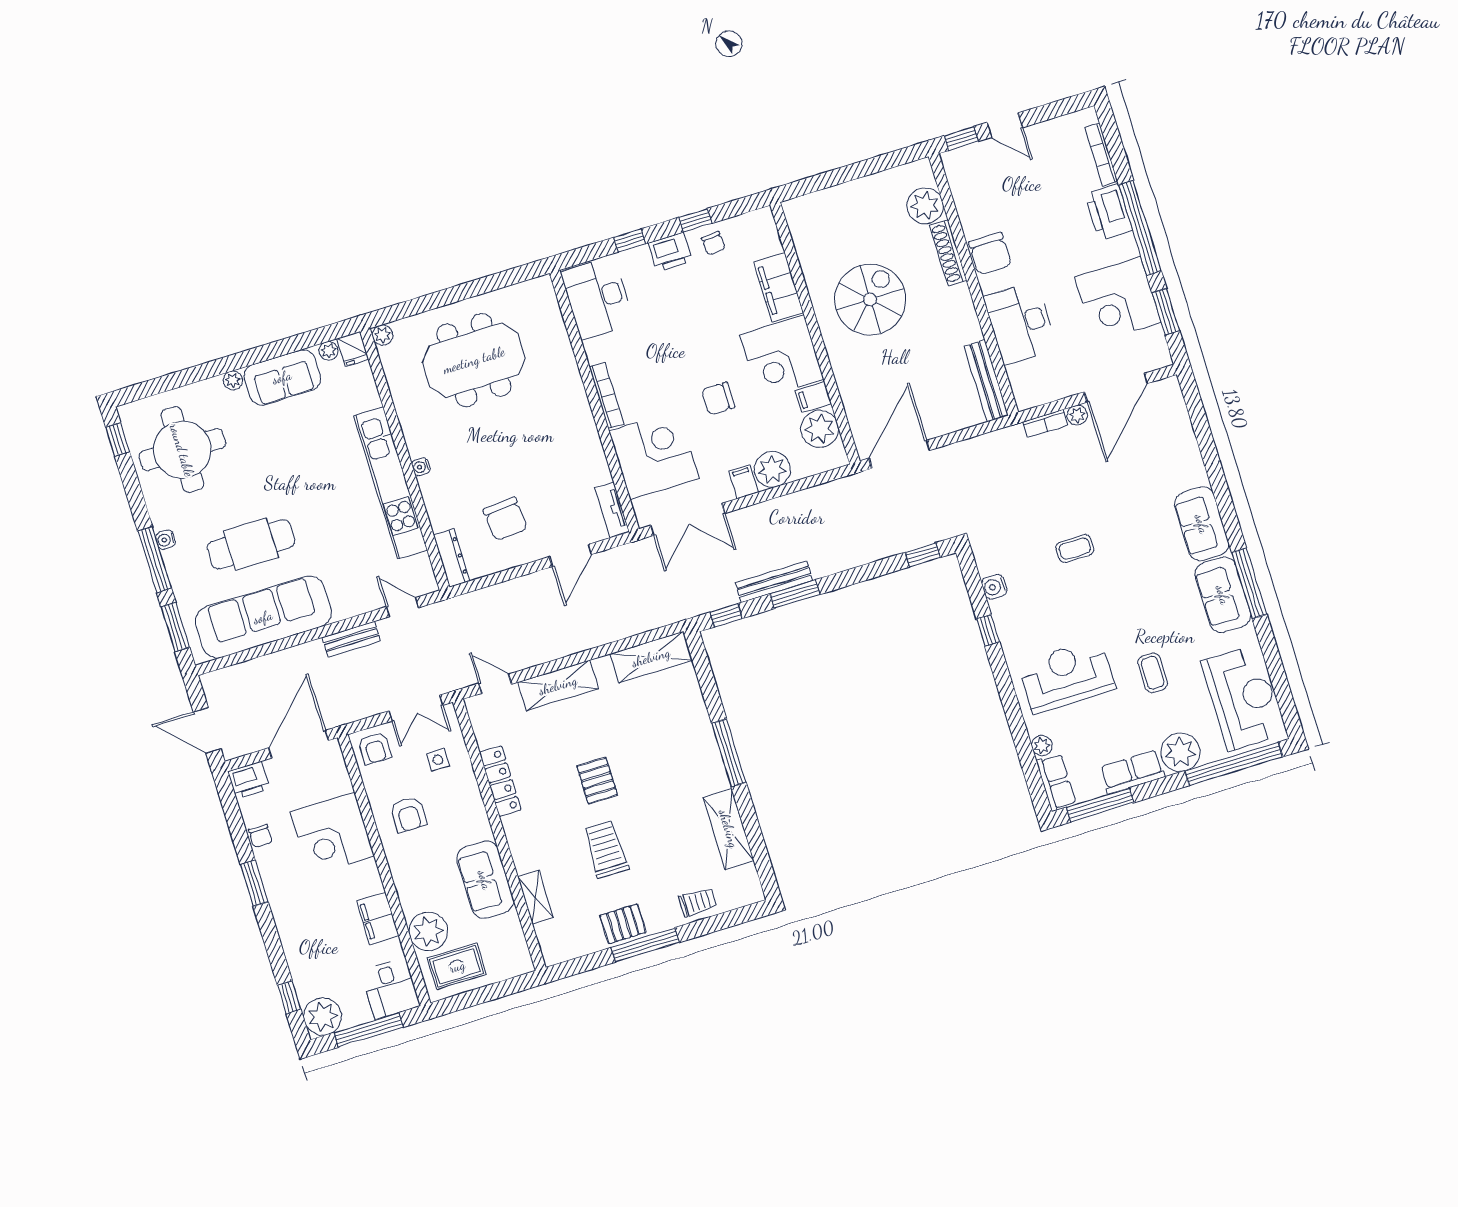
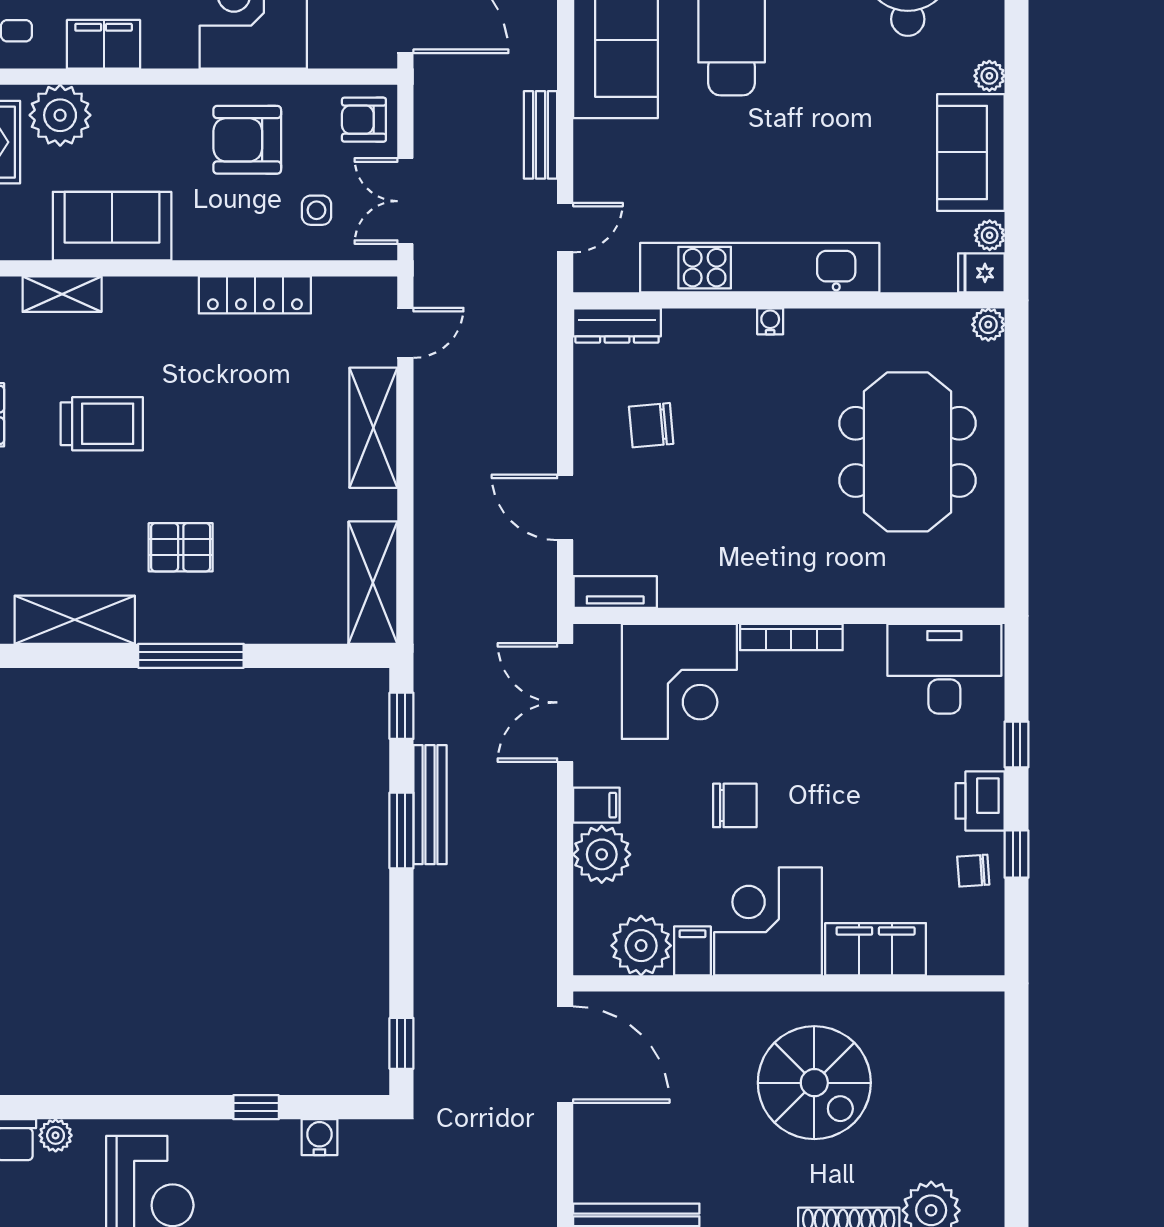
chair: (718, 398) -> (735, 805), turned 90
chair: (505, 519) -> (651, 425), width x0.73, depth x0.73
pallet: (597, 781) -> (181, 547), moved
armchair: (408, 814) -> (247, 140), width x1.38, depth x1.38

